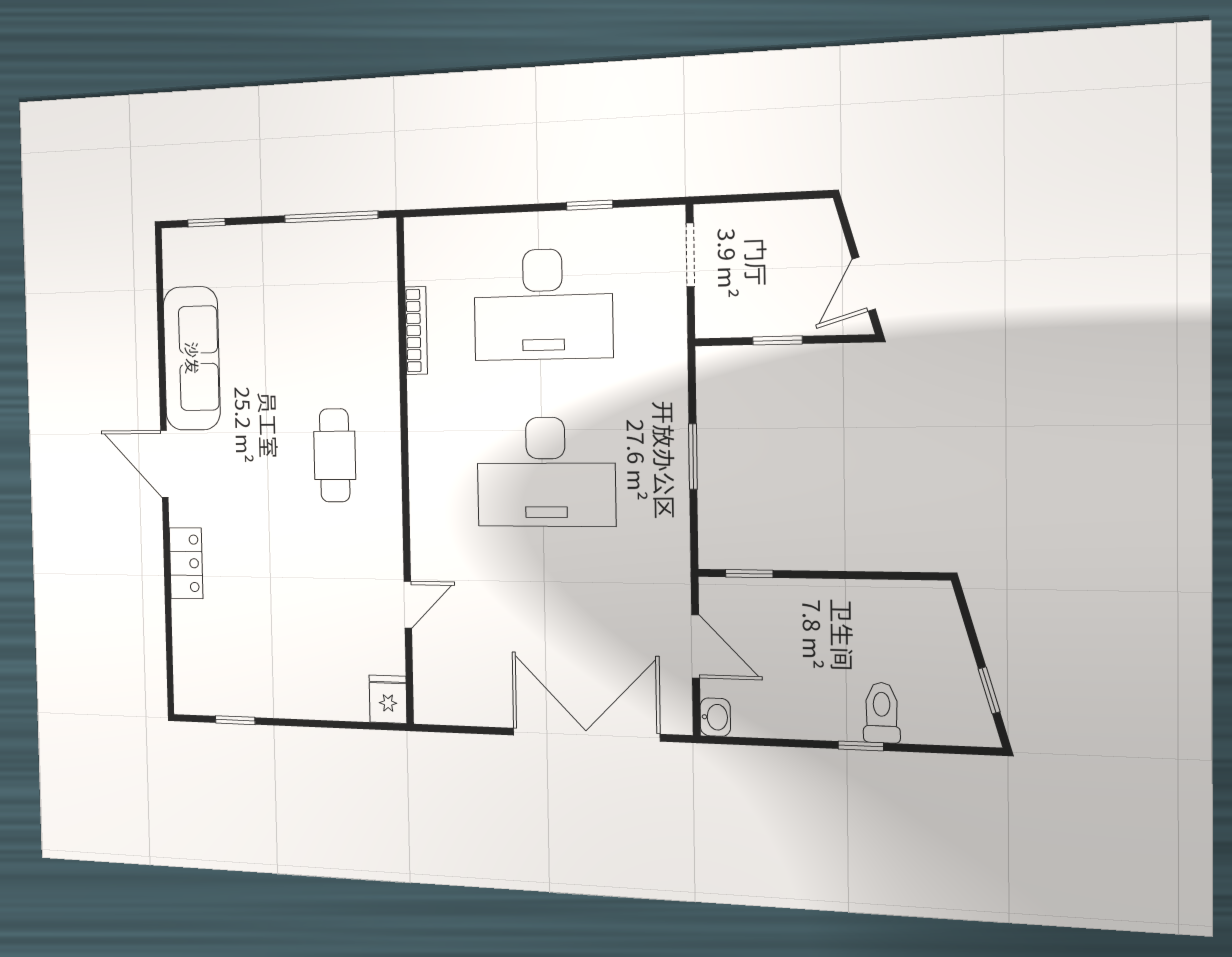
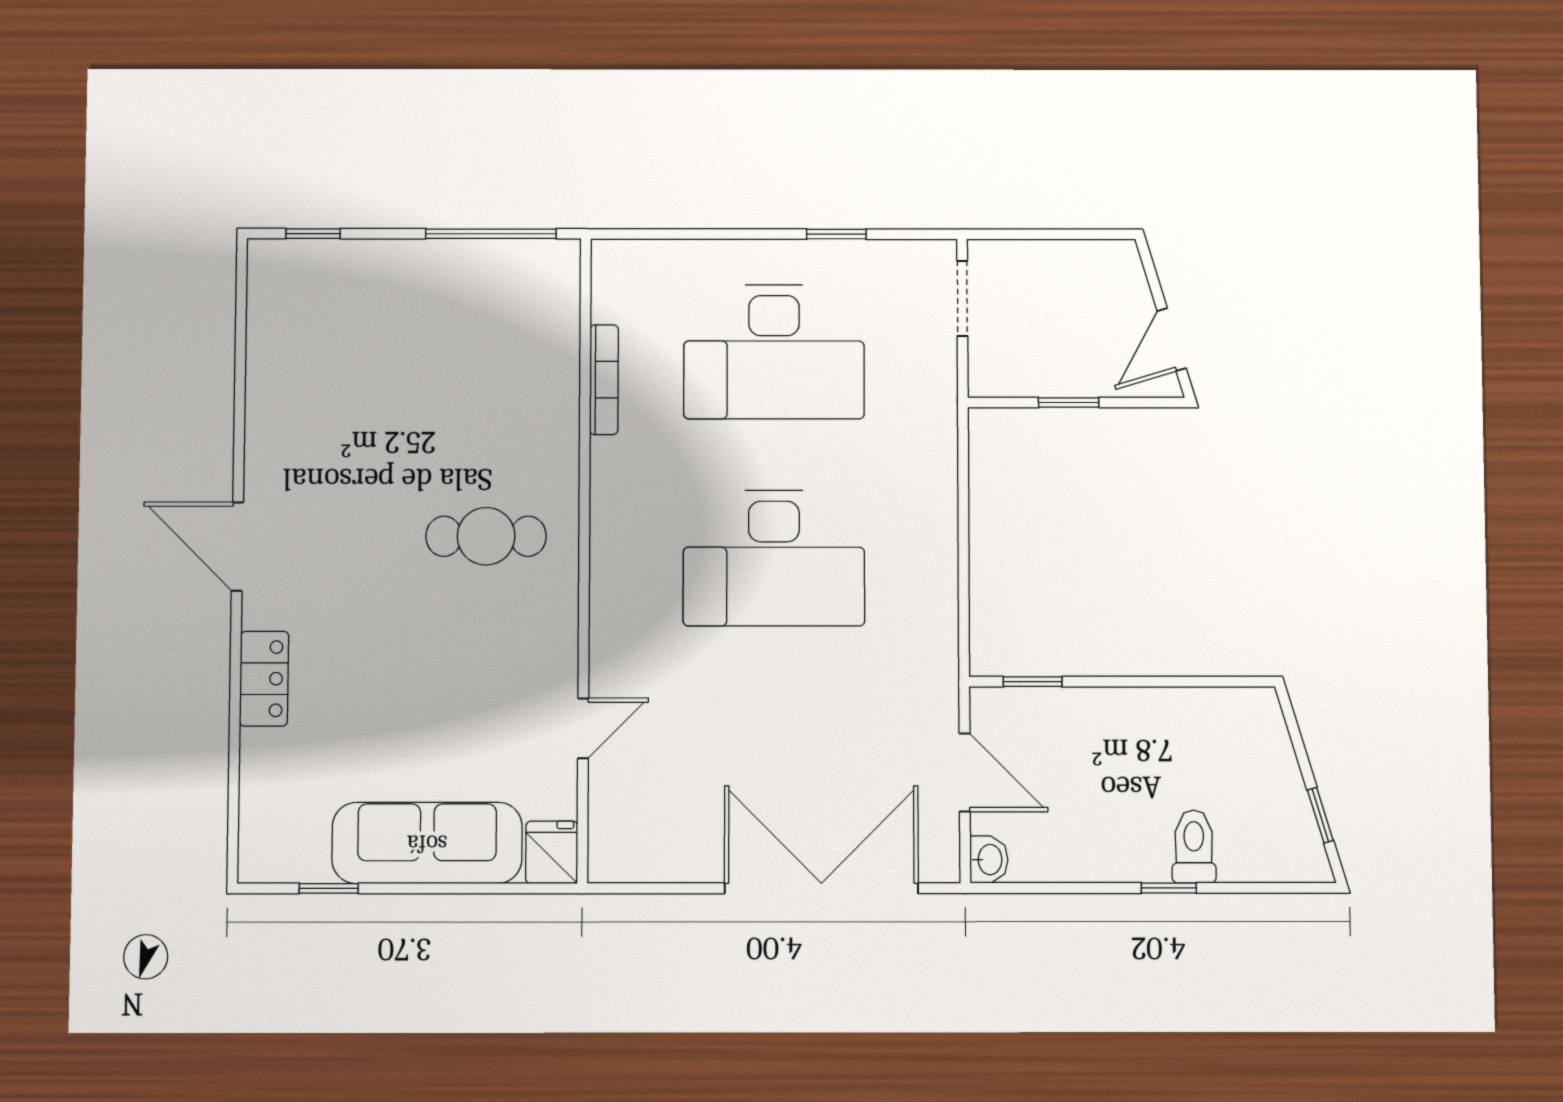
sofa: (192, 358) -> (427, 843), moved, turned -90
cafe table: (335, 455) -> (486, 536), turned 90
window: (693, 456) -> (964, 540), removed

